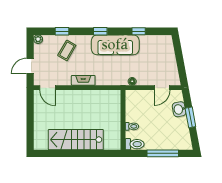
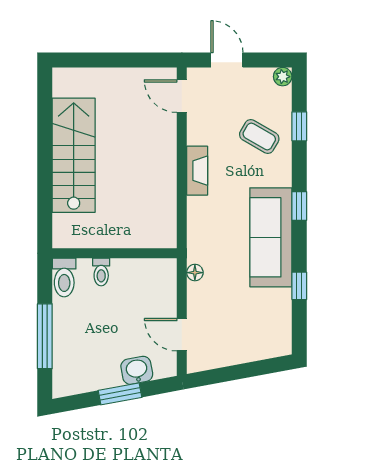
door: (47, 88) -> (182, 96), hinge flipped

